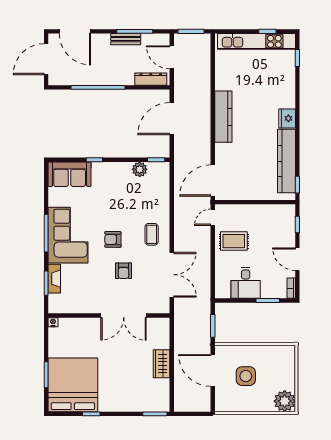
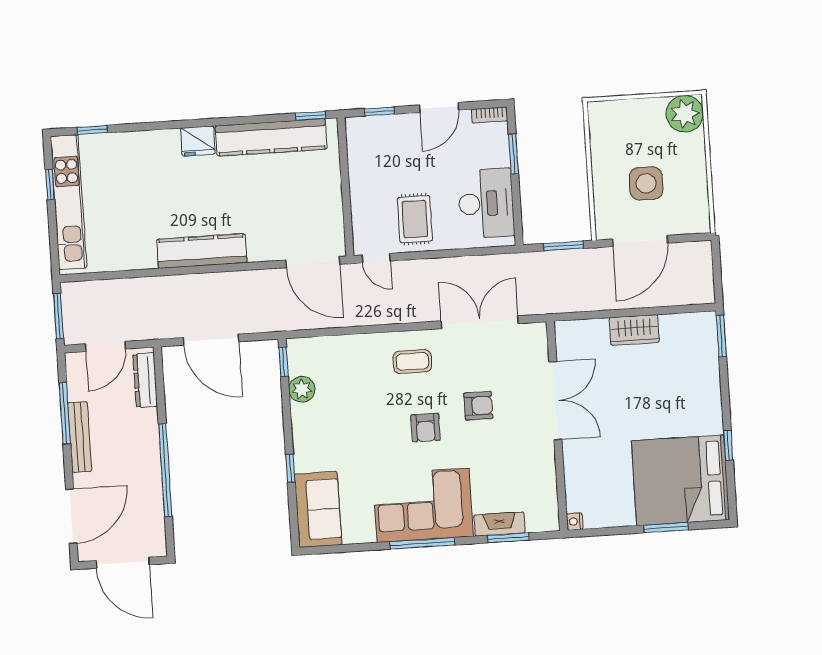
bench: (126, 39) -> (80, 437), width x1.36
desk: (246, 283) -> (486, 203), width x1.37

